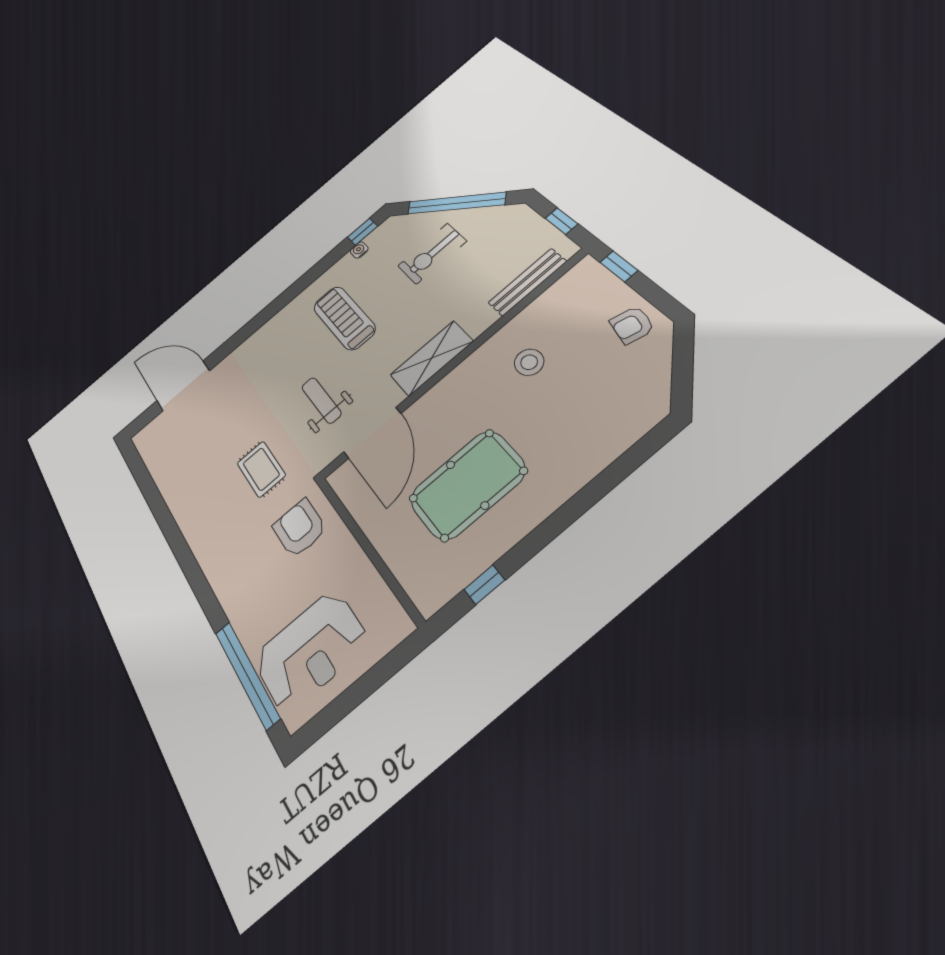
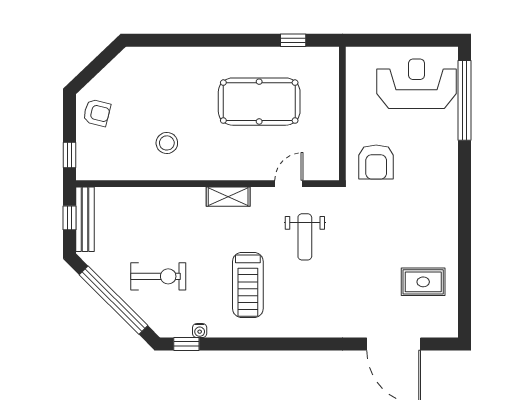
bench: (527, 282) -> (85, 219), moved, turned 90
shelving: (431, 358) -> (228, 197), width x0.67, depth x0.75
door: (372, 433) -> (289, 184), width x0.53
rug: (261, 469) -> (423, 282), moved, turned 90

